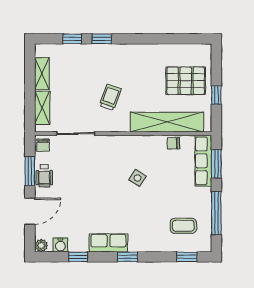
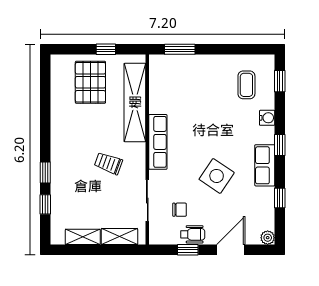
chair: (173, 143) -> (158, 96), removed
chair: (43, 145) -> (180, 210), moved
row of seats: (203, 161) -> (158, 142), moved, turned -90
window: (30, 171) -> (188, 250), width x0.67
side table: (137, 178) -> (217, 176), moved, width x1.87, depth x1.87
door: (30, 211) -> (231, 250), hinge flipped
window: (216, 213) -> (233, 49), removed
water cooler: (60, 245) -> (267, 118), moved

